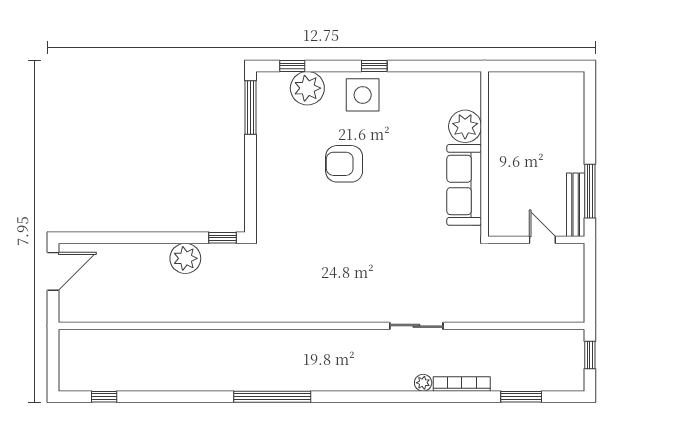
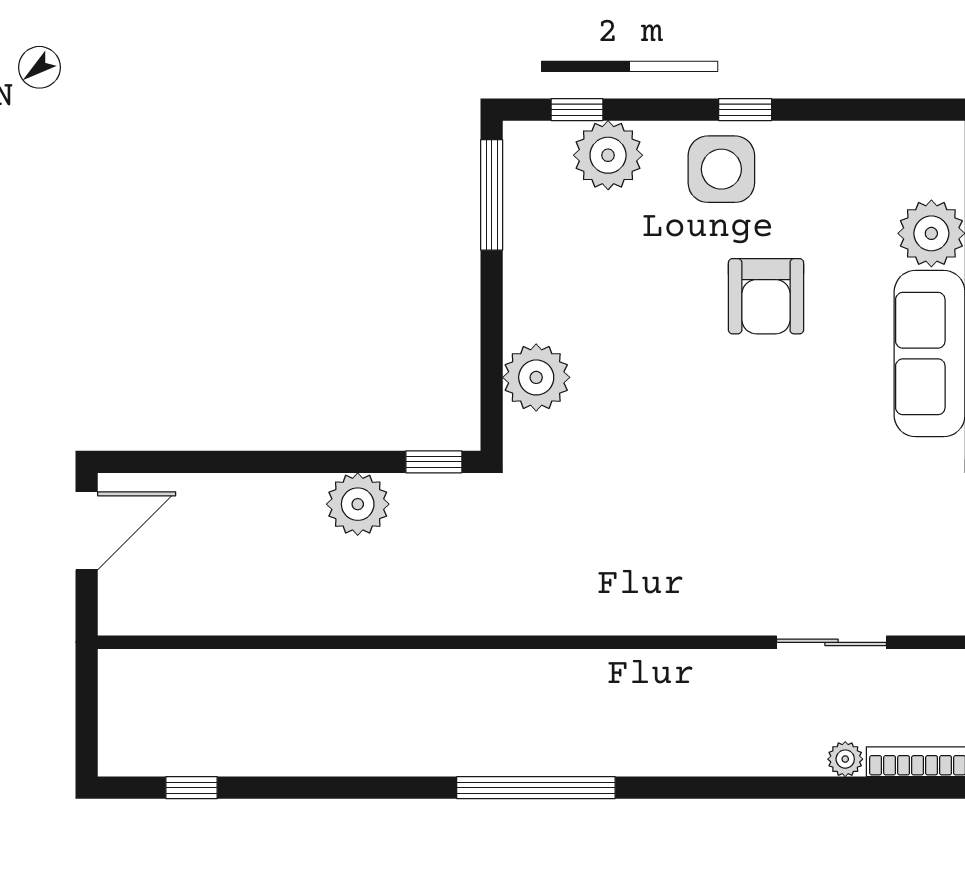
armchair: (344, 164) -> (766, 296), moved, turned -90
plant: (272, 197) -> (536, 377), added

